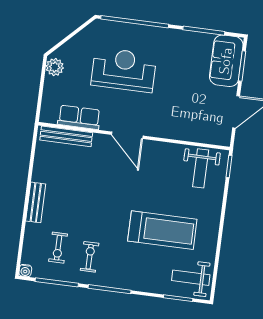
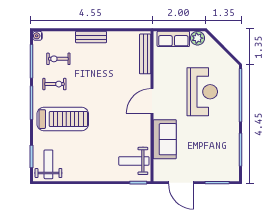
sofa: (226, 61) -> (165, 139), moved, turned 90
row of seats: (79, 117) -> (173, 39), moved, turned 90
treadmill: (162, 230) -> (63, 119), moved, turned -90

